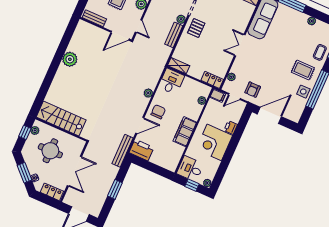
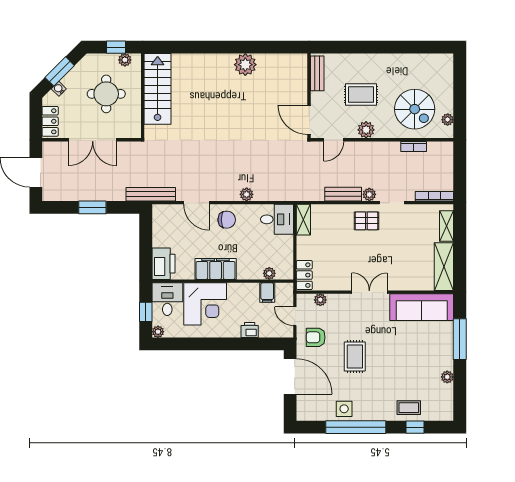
rug: (303, 70) -> (355, 357), moved
filing cabinet: (218, 96) -> (267, 293), moved
corner desk: (214, 142) -> (205, 304), moved, turned 180
printer: (141, 150) -> (163, 264), moved

